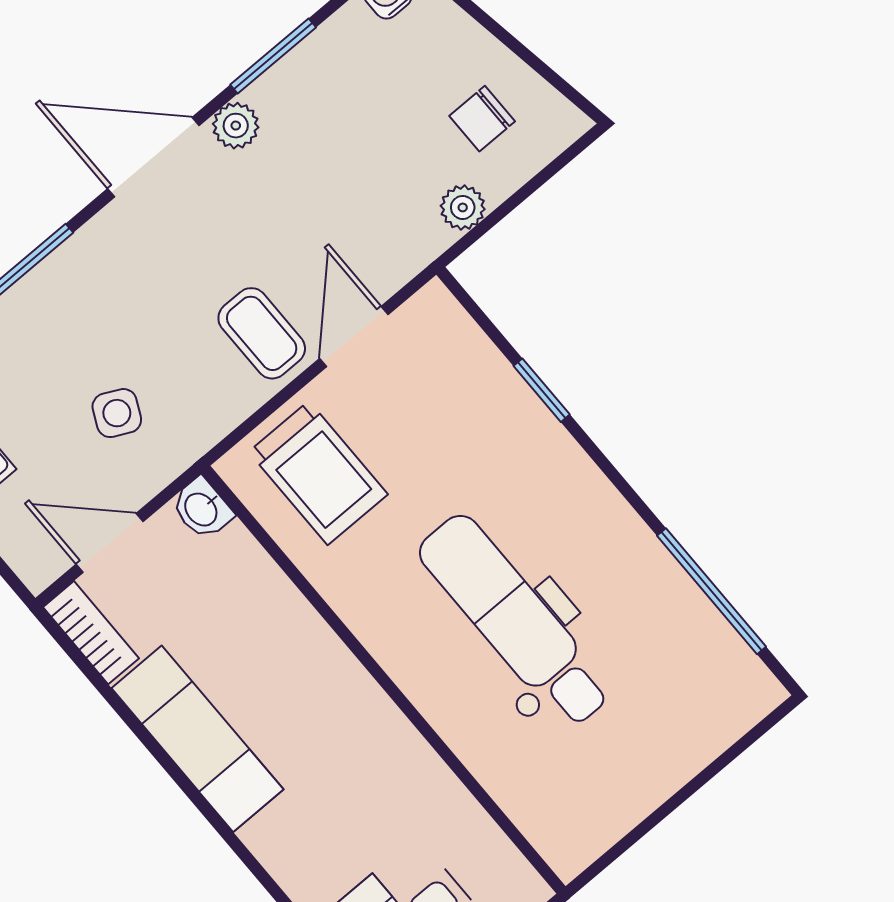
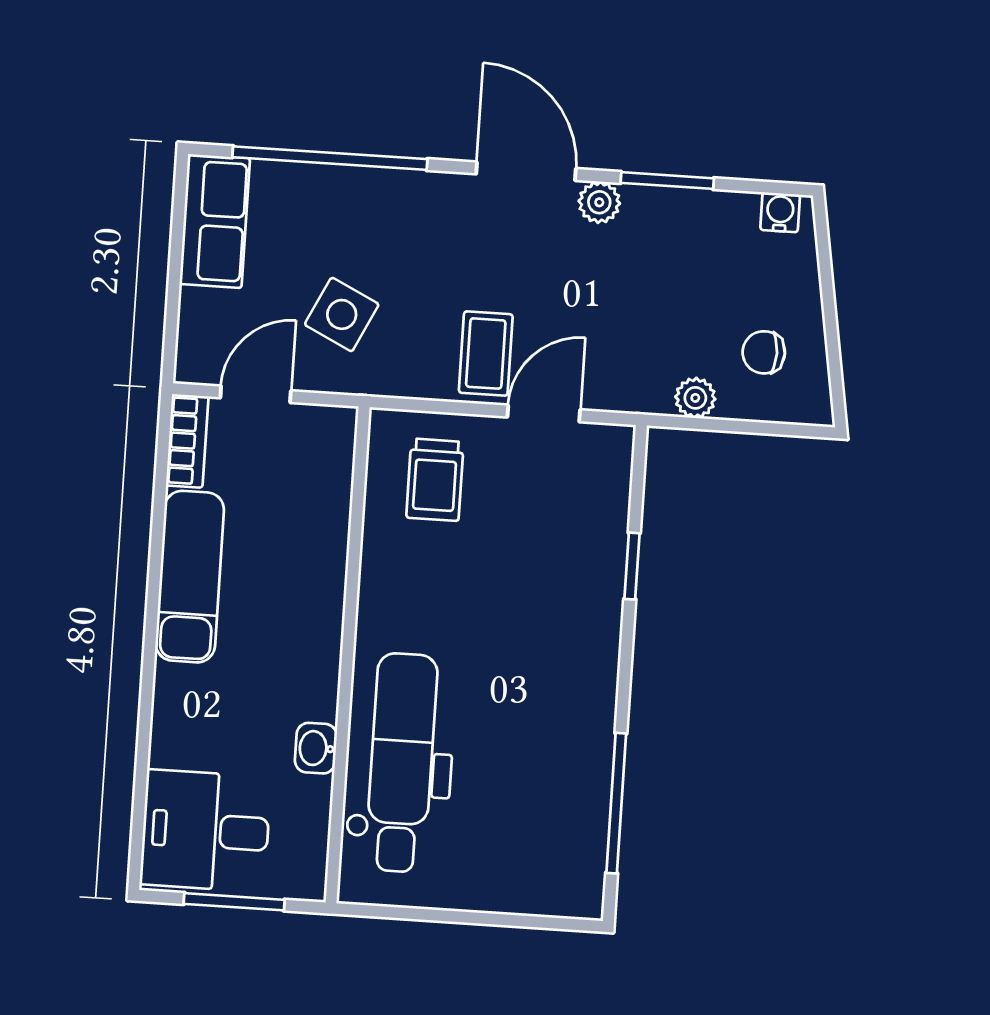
side table: (117, 413) -> (342, 314), width x1.37, depth x1.37
trolley: (318, 473) -> (435, 480), width x0.73, depth x0.72
washbasin: (202, 509) -> (316, 748), moved
door: (110, 543) -> (256, 394), hinge flipped
dental chair: (515, 621) -> (401, 763), moved

